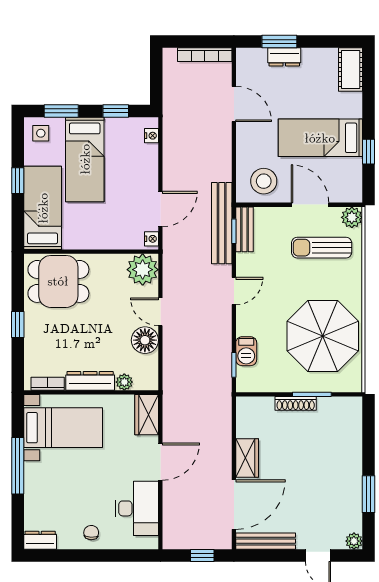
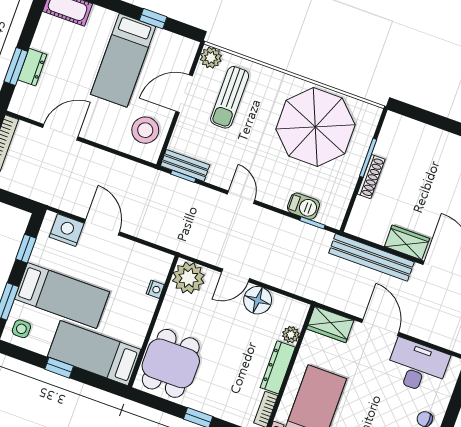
nightstand: (152, 136) -> (67, 230), width x1.89, depth x1.79
door: (160, 209) -> (102, 227), moved
bench: (222, 223) -> (371, 257), moved
nightstand: (152, 239) -> (155, 289), moved, turned 90

